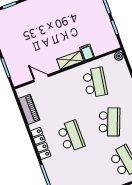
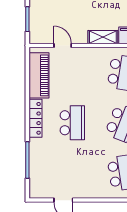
piano: (29, 109) -> (39, 75), width x1.37, depth x1.33

